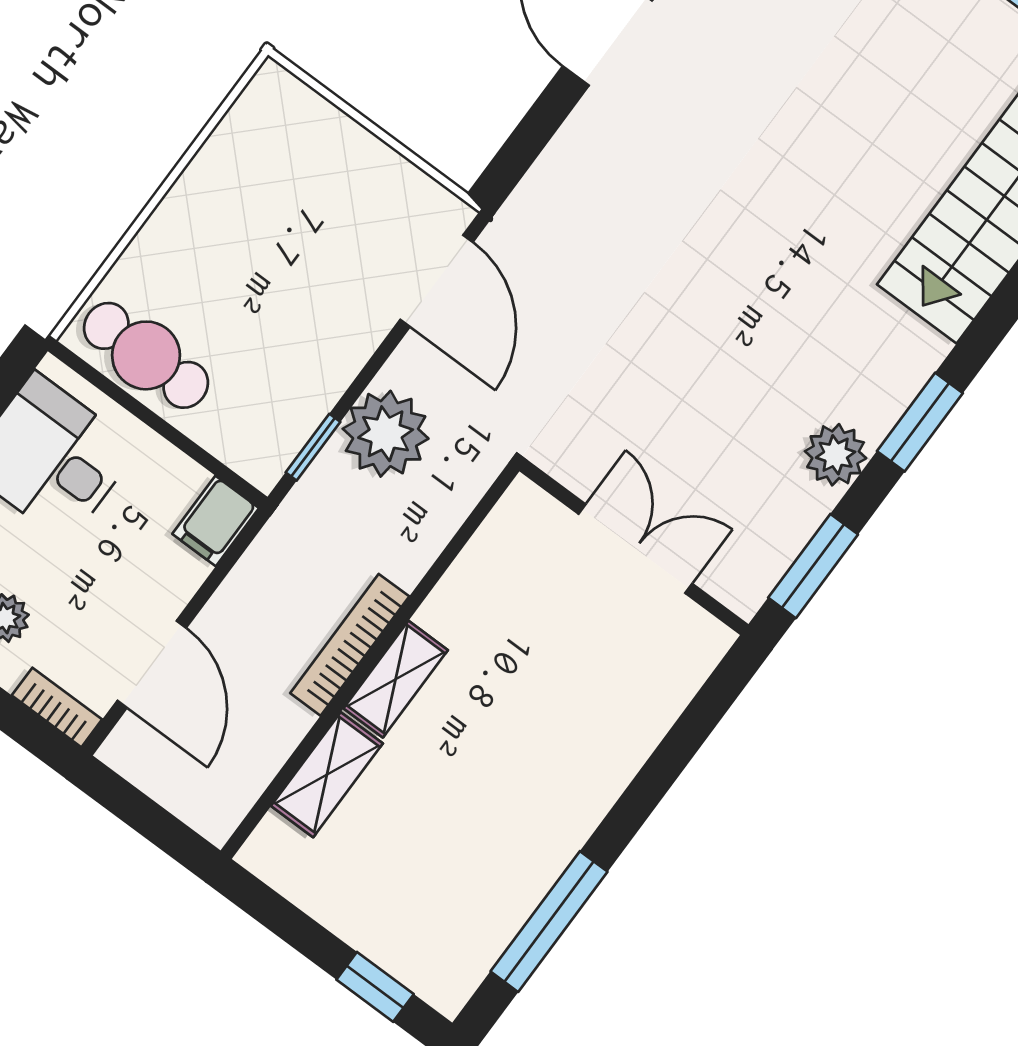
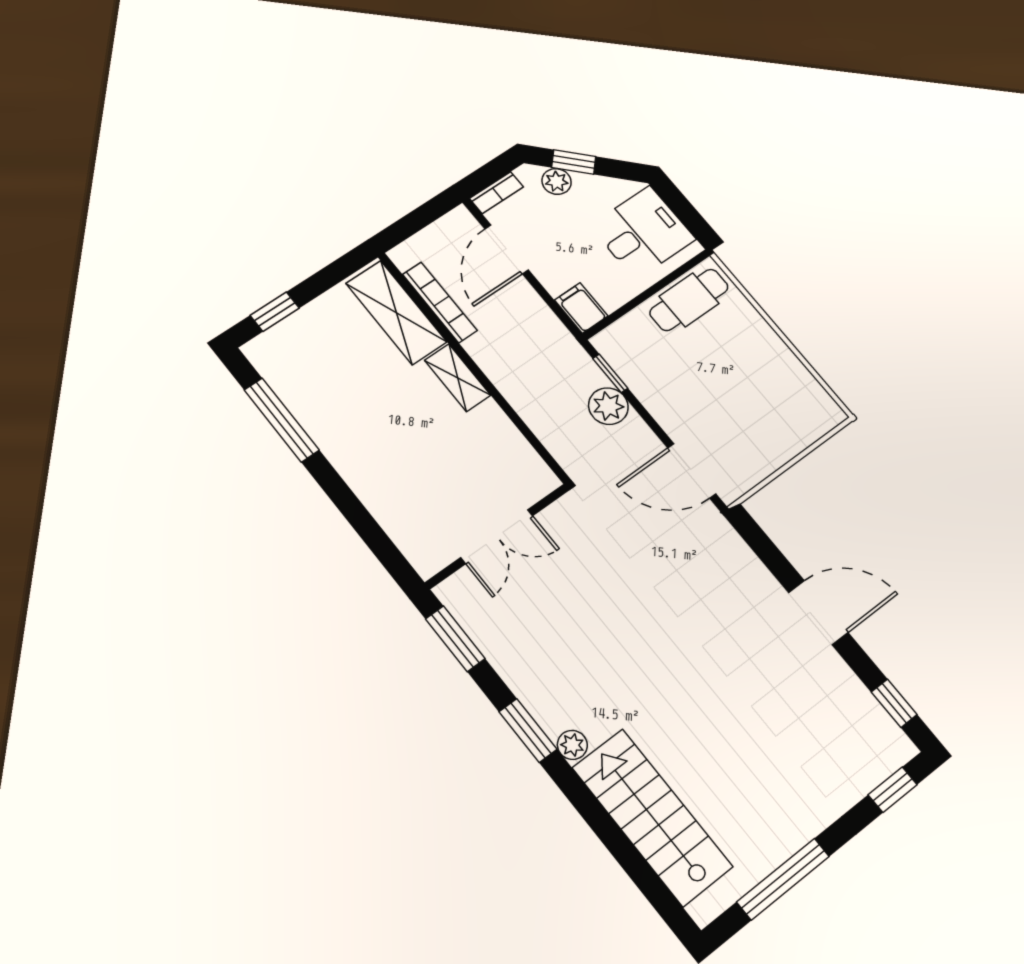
plant: (386, 434) -> (608, 406), width x0.73, depth x0.73
plant: (836, 455) -> (572, 745), moved, width x0.73, depth x0.73
bookcase: (350, 645) -> (440, 302), moved
door: (152, 664) -> (507, 249), hinge flipped
shelving: (327, 775) -> (396, 313), width x1.50, depth x1.33

